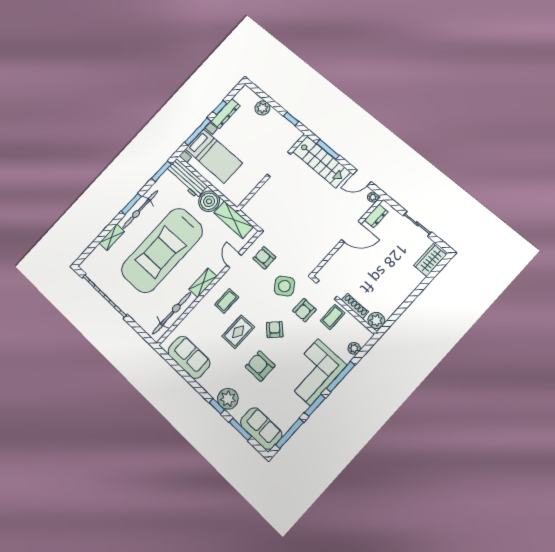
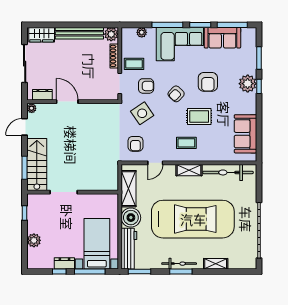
dresser: (225, 114) -> (64, 263), width x0.70
door: (362, 178) -> (25, 127), swing flipped
bicycle: (140, 210) -> (179, 264), width x0.73, depth x0.71
sliding door: (417, 224) -> (25, 64), width x1.37
bench: (402, 294) -> (79, 33), added
sofa: (261, 428) -> (222, 38), moved, turned -90

